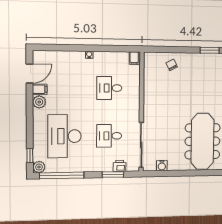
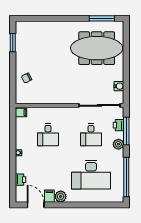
printer: (59, 56) -> (20, 180), added
window: (30, 156) -> (108, 205), removed
plant: (39, 167) -> (118, 144), moved
window: (113, 174) -> (126, 131), width x1.44

